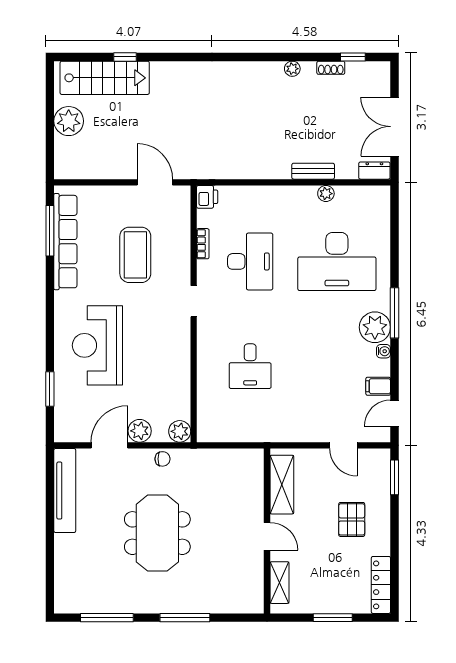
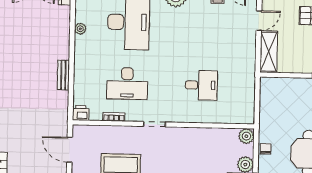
bench: (313, 171) -> (63, 75), moved
door: (155, 182) -> (70, 150), hinge flipped
desk: (250, 261) -> (127, 84), turned 180
shelving: (282, 485) -> (269, 52), moved, turned 90

